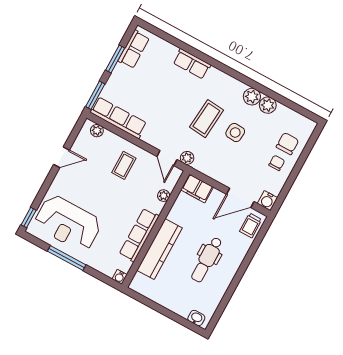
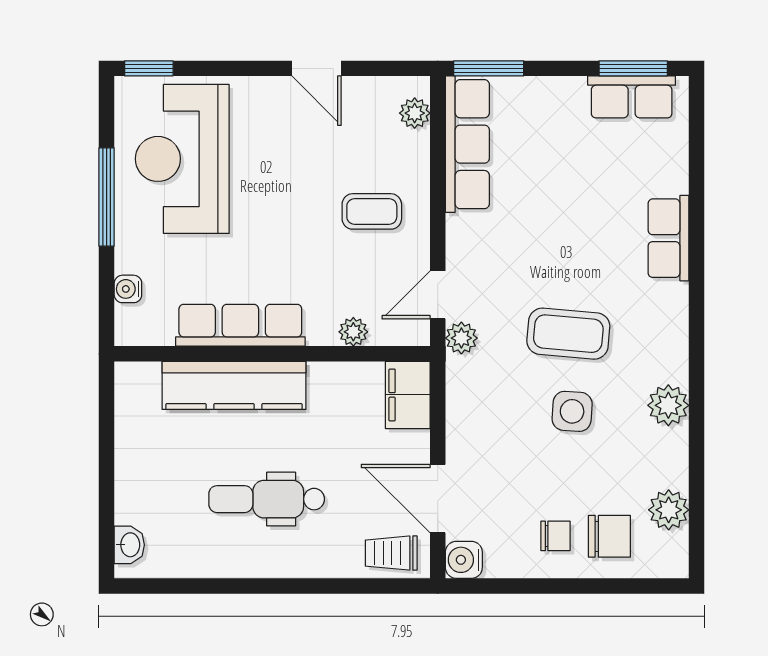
window: (115, 59) -> (633, 68), moved
plant: (268, 105) -> (669, 510), moved
water cooler: (120, 277) -> (128, 289), moved

